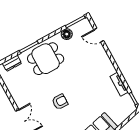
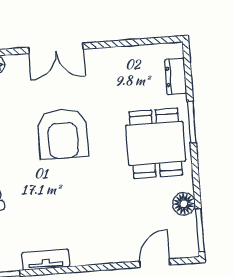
armchair: (60, 102) -> (63, 134), width x1.88, depth x1.88

